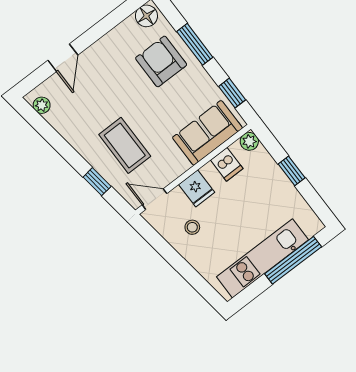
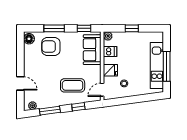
window: (55, 140) -> (50, 111), added
window: (293, 260) -> (167, 66), moved

